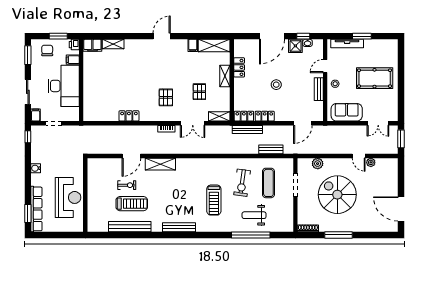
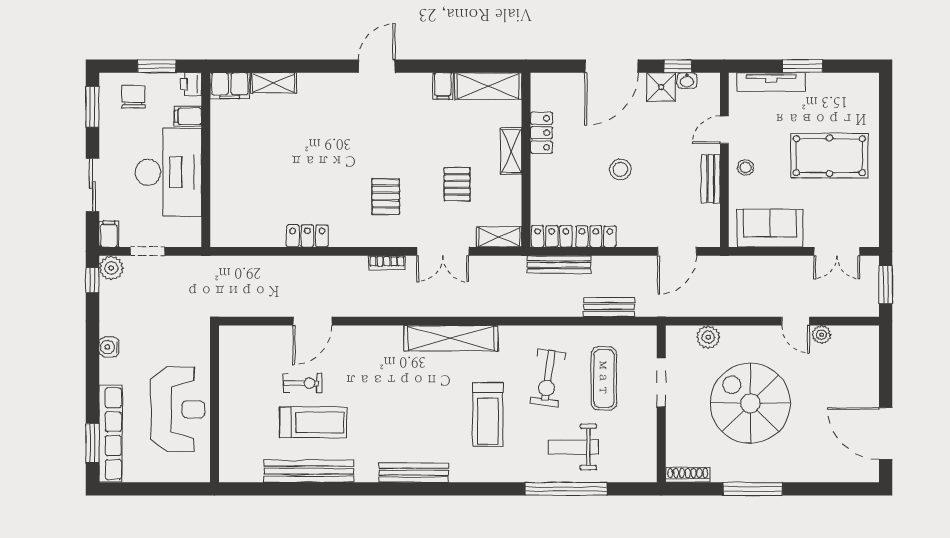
plant: (37, 131) -> (111, 268), added
shelving: (160, 164) -> (451, 338), moved, width x1.47

